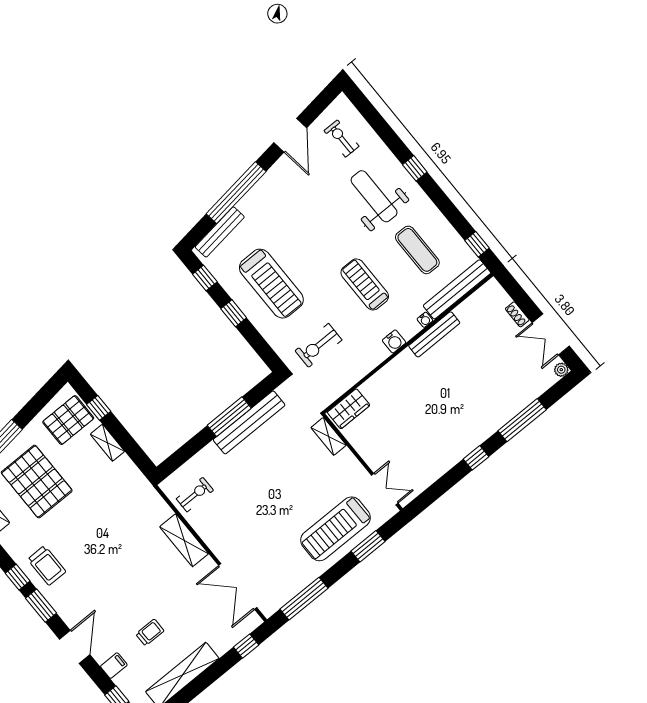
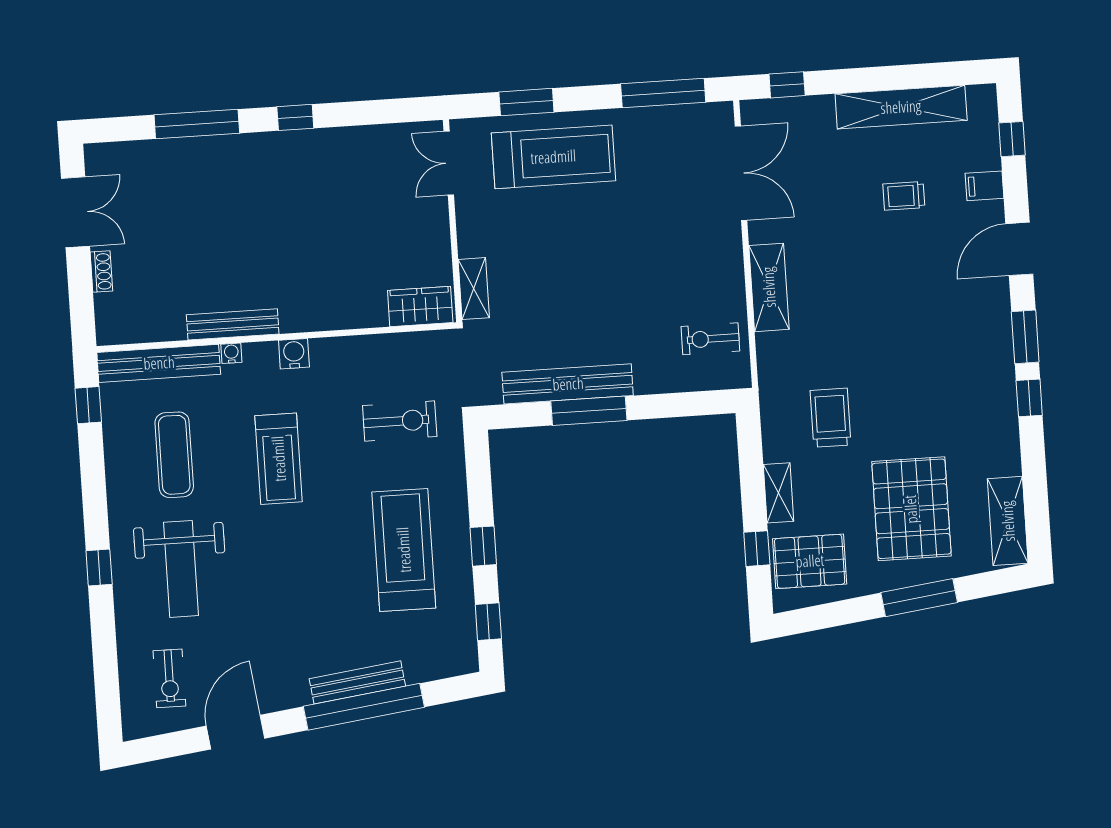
bench: (220, 232) -> (357, 682), moved
plant: (561, 370) -> (95, 154), removed
trolley: (47, 565) -> (831, 418), moved

